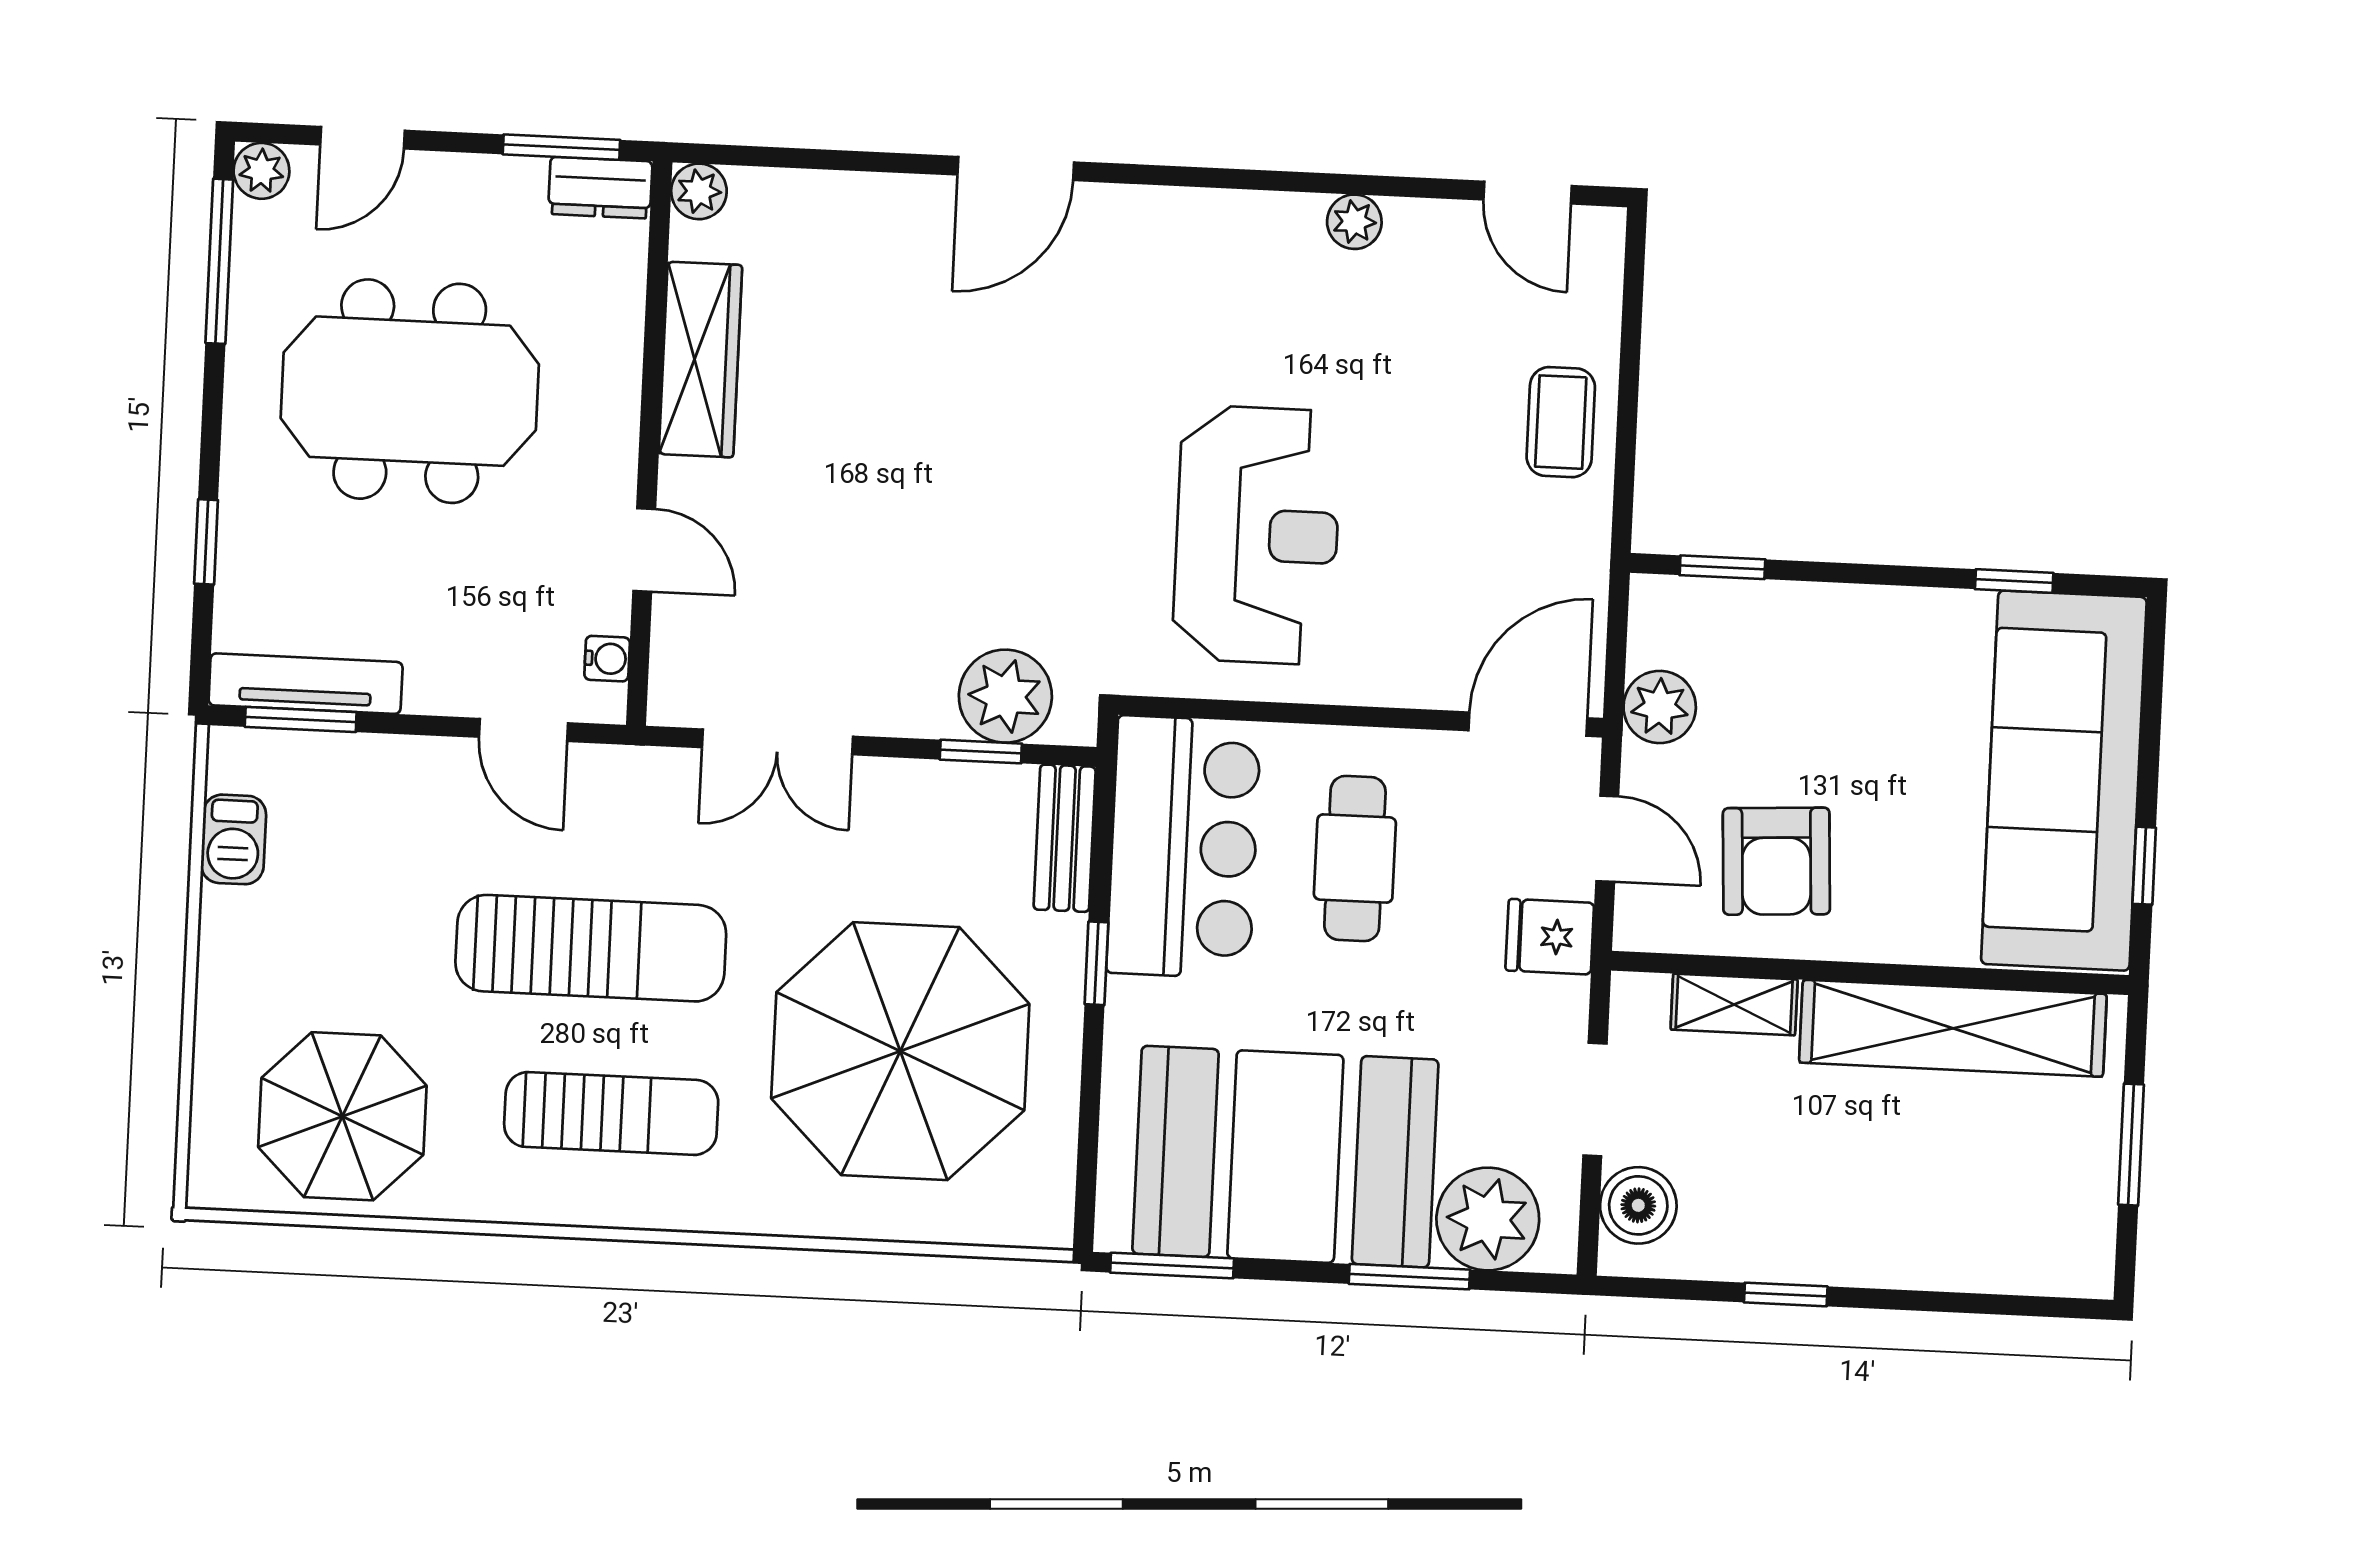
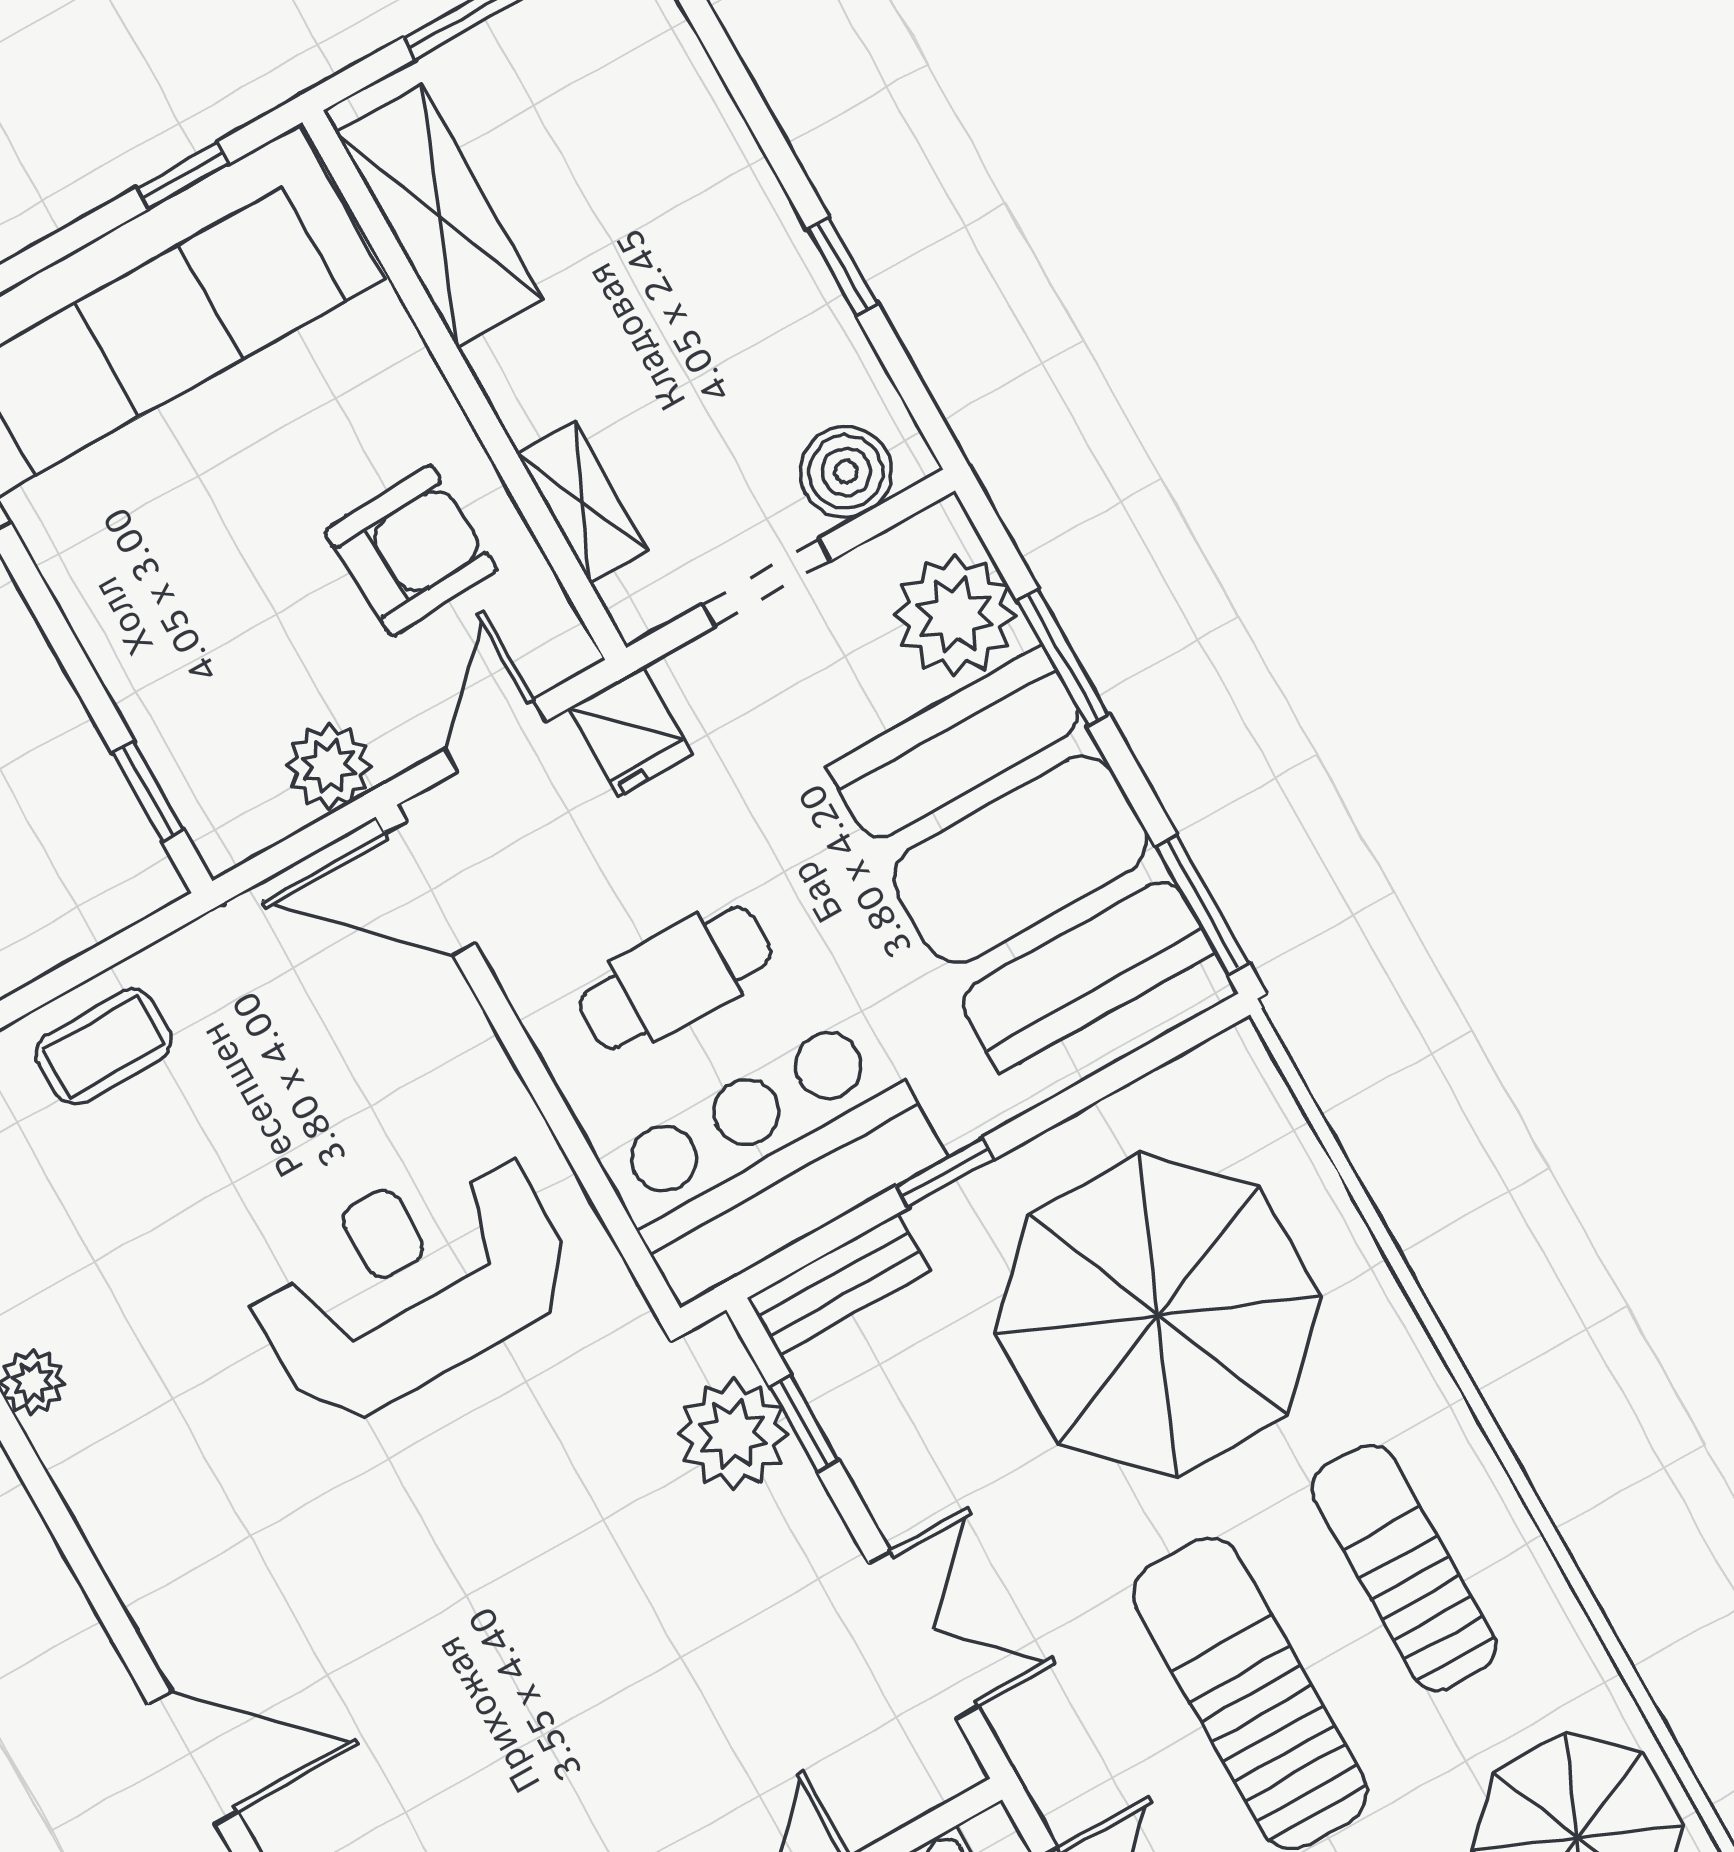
shelving: (1953, 1028) -> (439, 216), width x0.68

